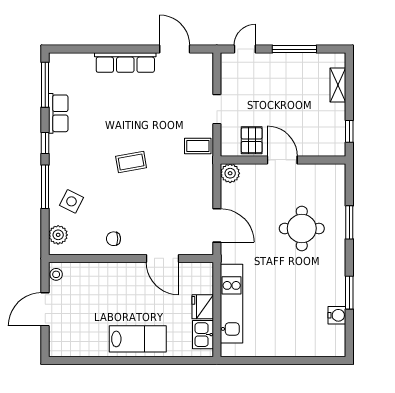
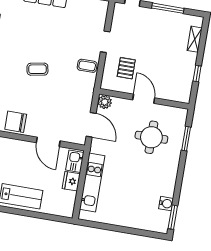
door: (282, 160) -> (144, 99), moved
wall: (283, 160) -> (144, 99), moved
plant: (230, 173) -> (105, 102), moved
chair: (113, 239) -> (16, 122), width x1.87, depth x1.87
window: (349, 293) -> (173, 217), moved
kitchen sink: (203, 335) -> (75, 161), moved

